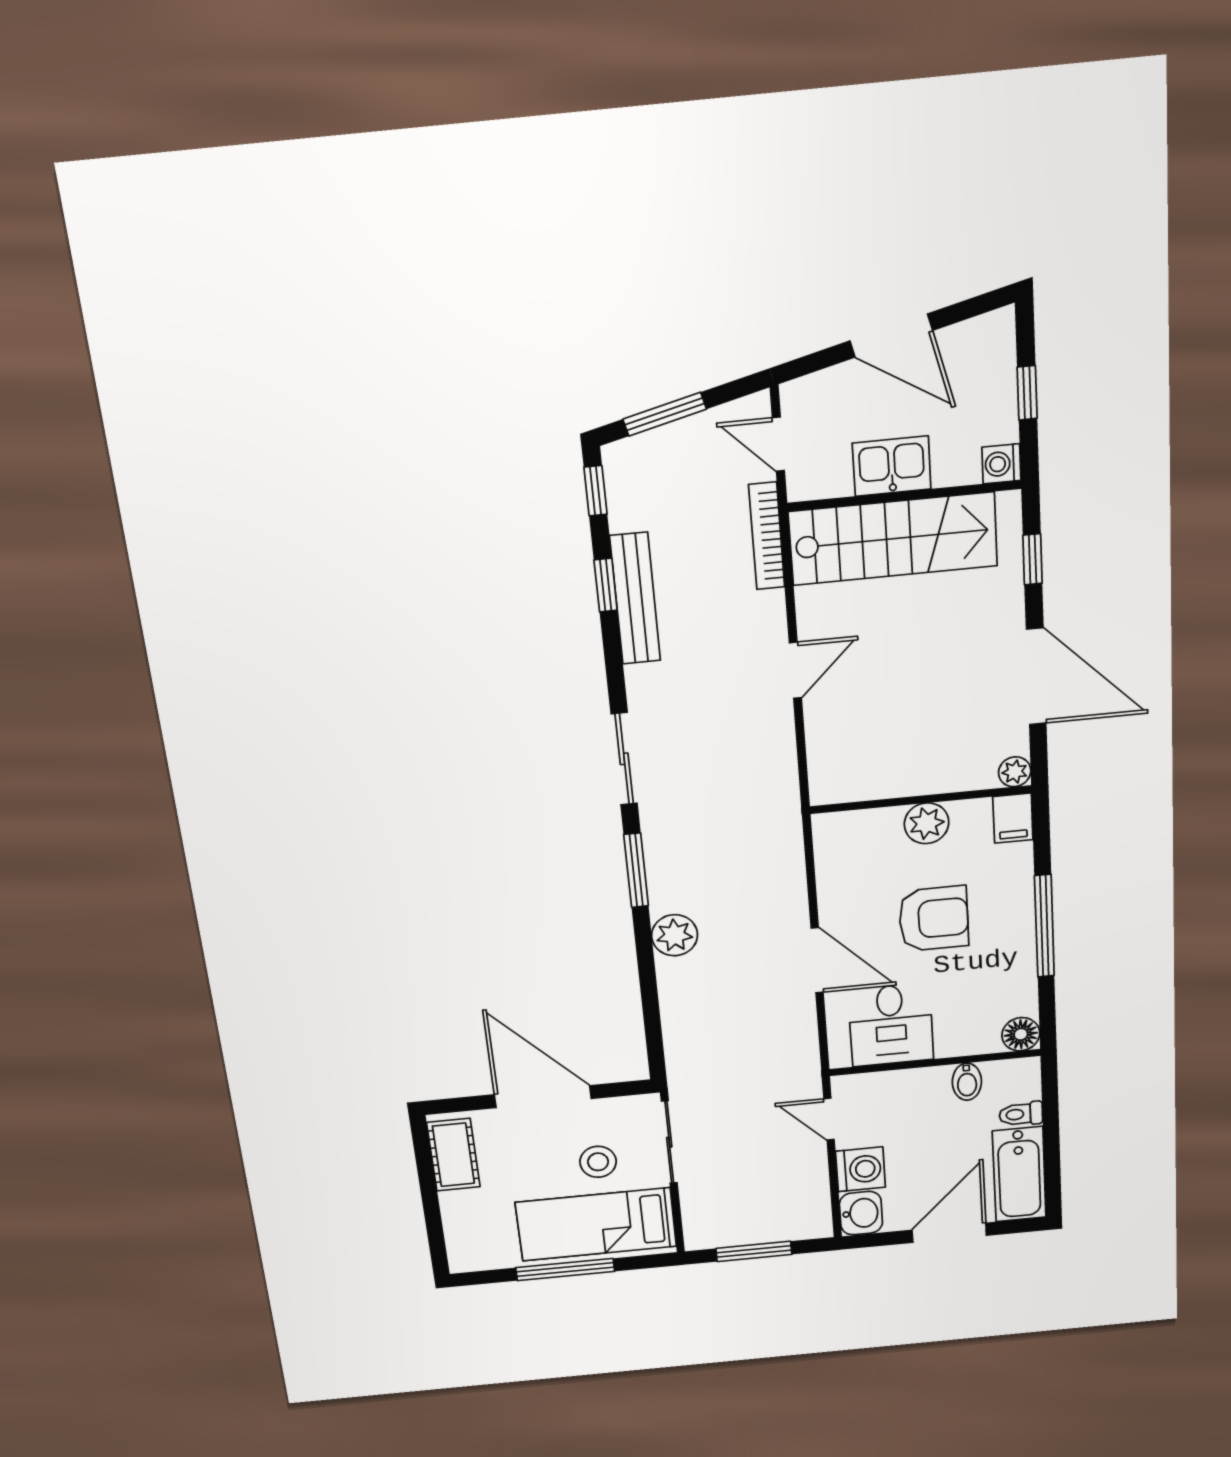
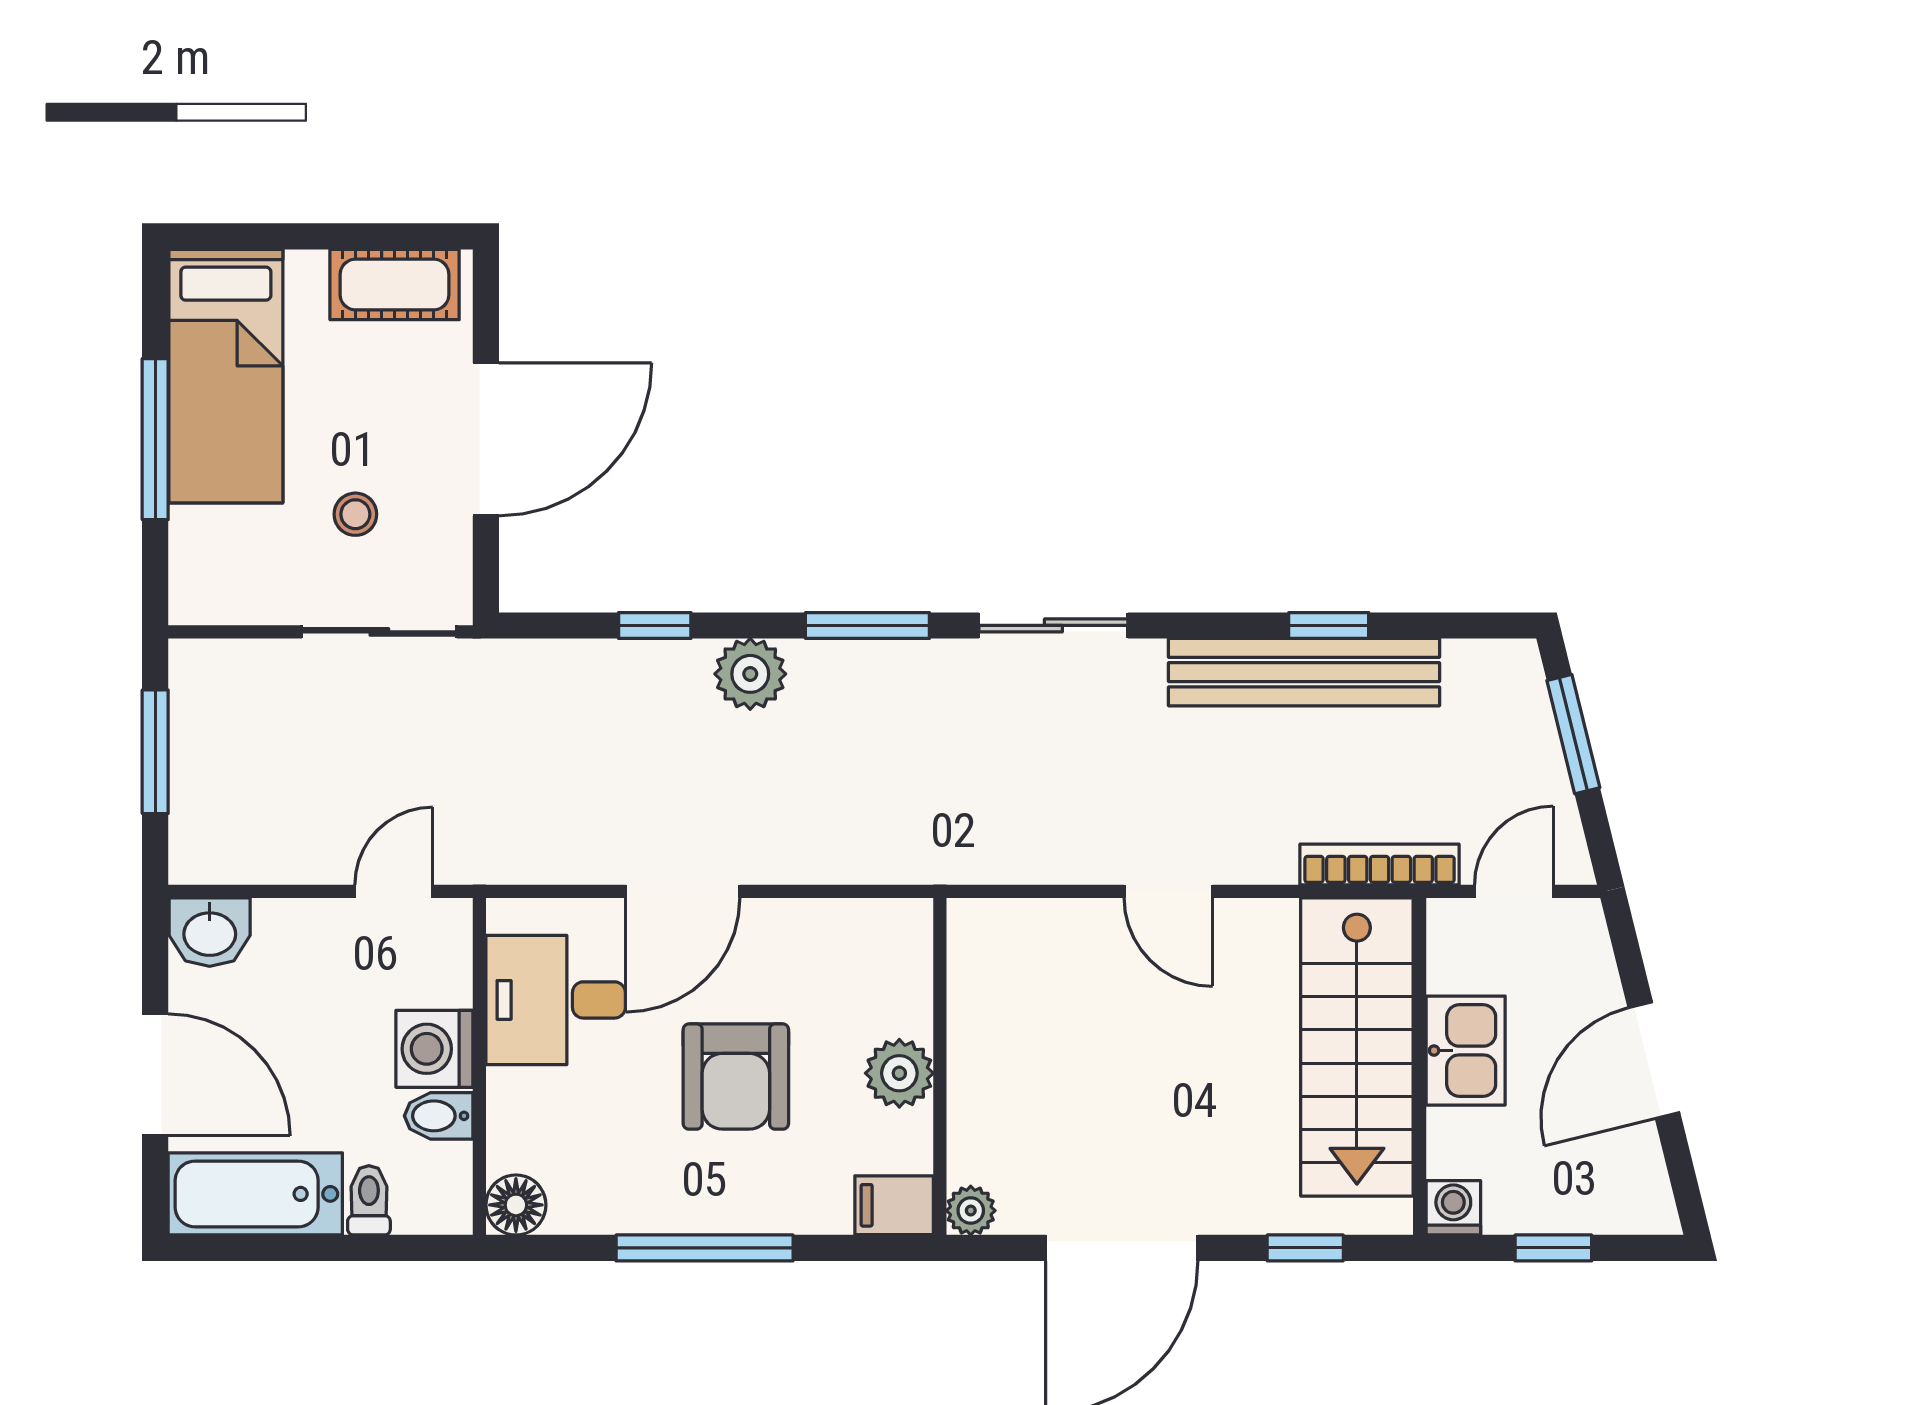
window: (596, 491) -> (655, 625), moved
bench: (635, 599) -> (1304, 672), width x1.37, depth x1.21
stool: (598, 1162) -> (355, 514), width x0.73, depth x0.73
washing machine: (861, 1169) -> (434, 1049), moved, turned 90
bed: (596, 1224) -> (226, 376), moved, turned 180

